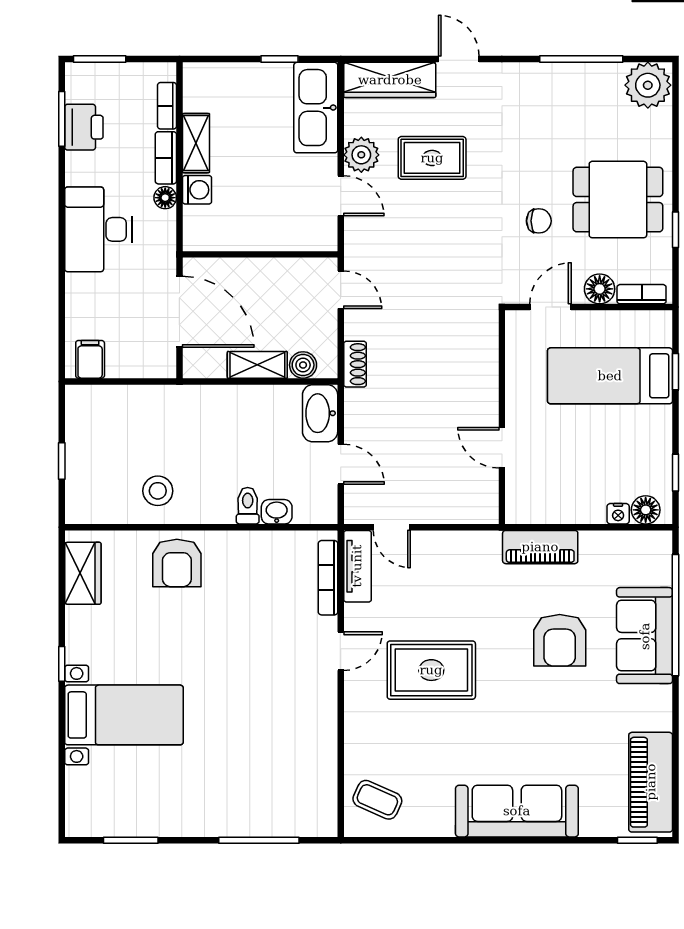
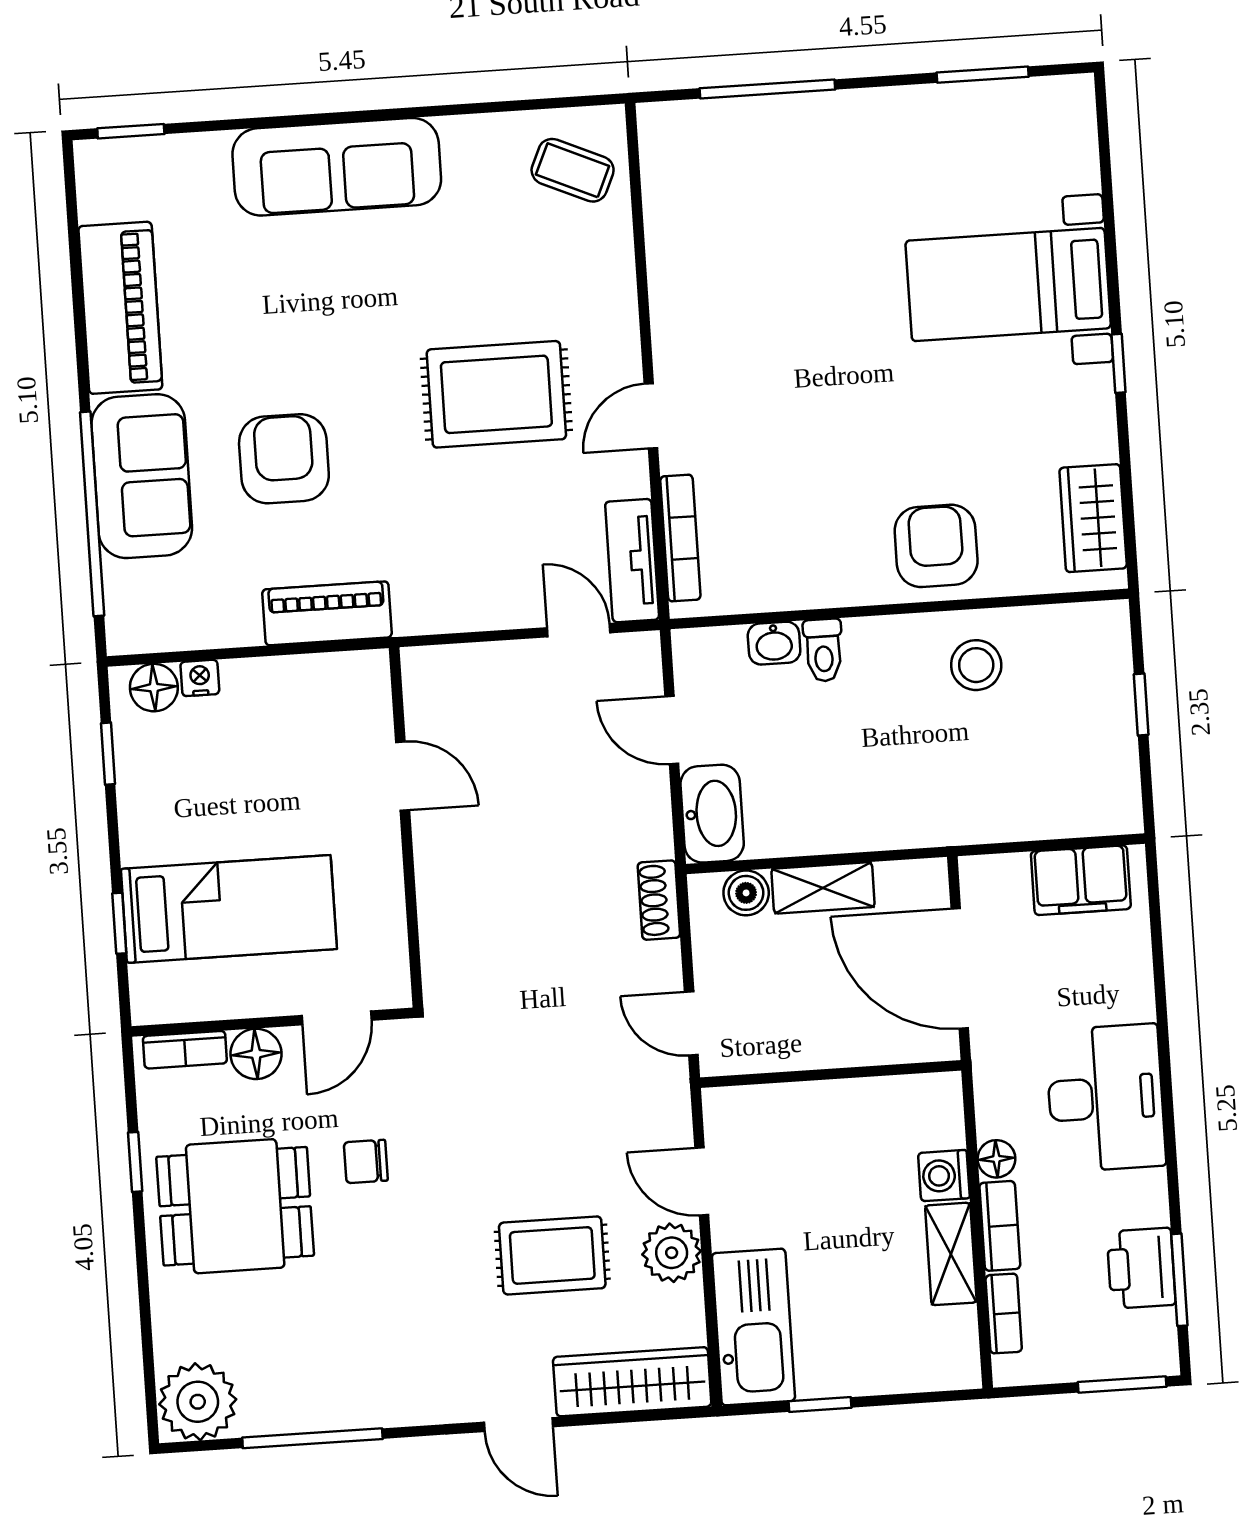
filing cabinet: (90, 359) -> (1081, 880), width x2.00
piano: (651, 782) -> (120, 308), moved

